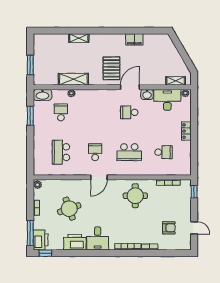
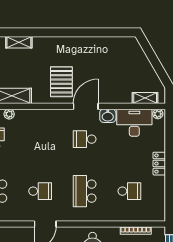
filing cabinet: (134, 39) -> (91, 44), removed
school desk: (95, 152) -> (40, 191), turned 90
school desk: (129, 152) -> (85, 191), turned 90

